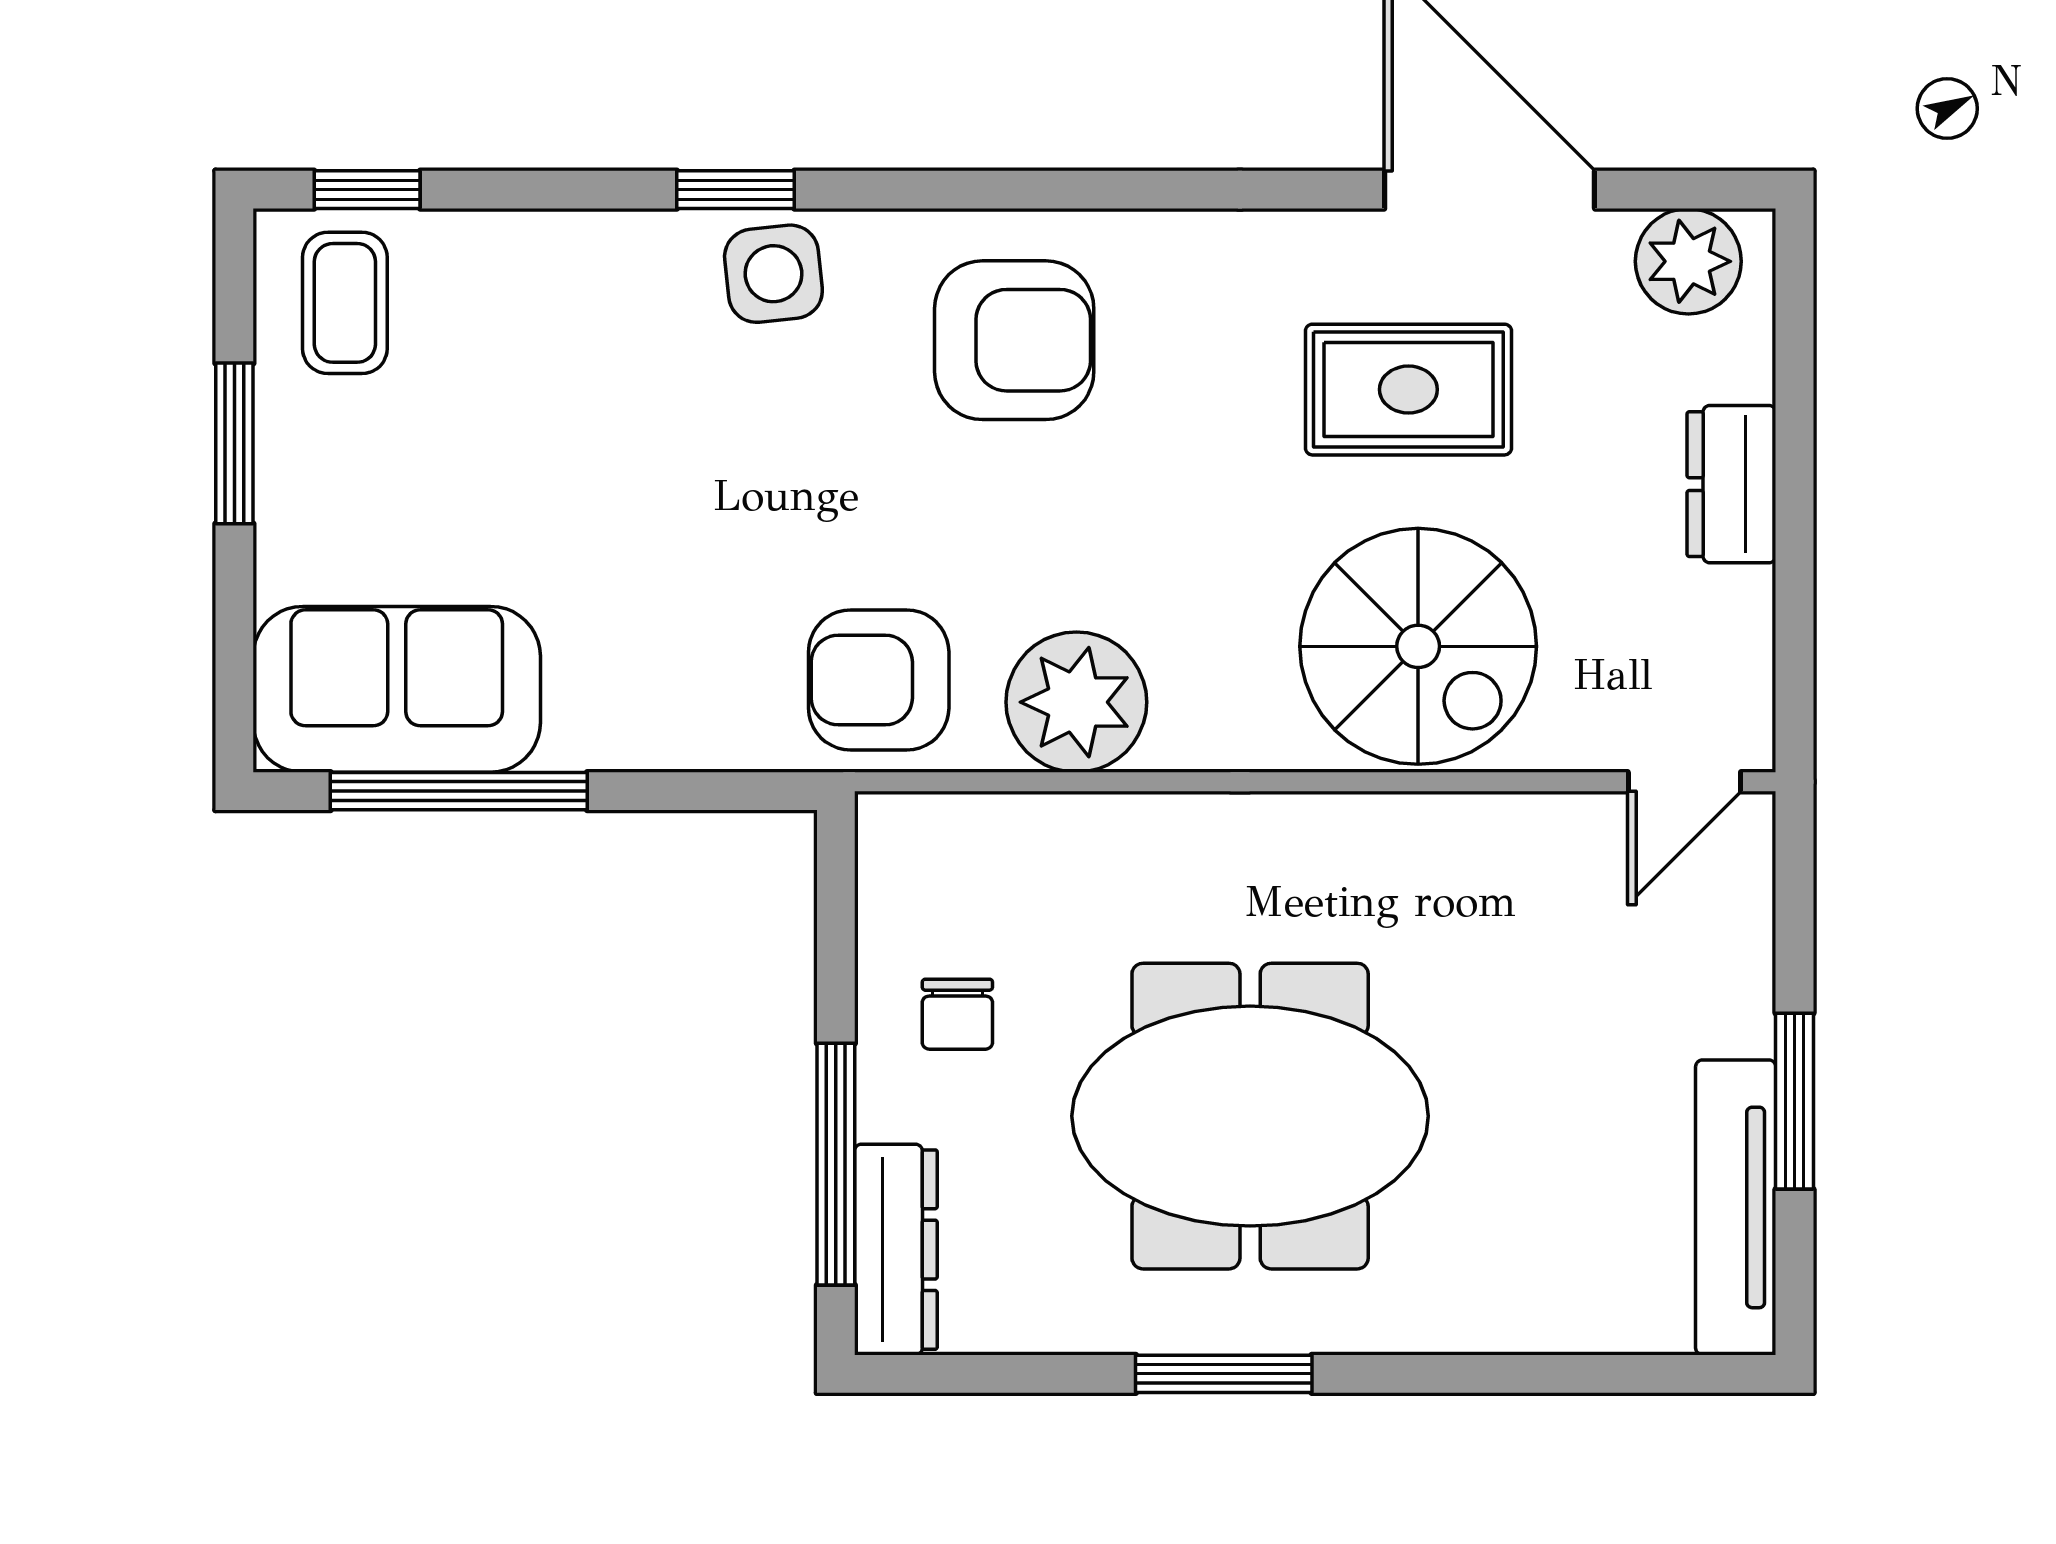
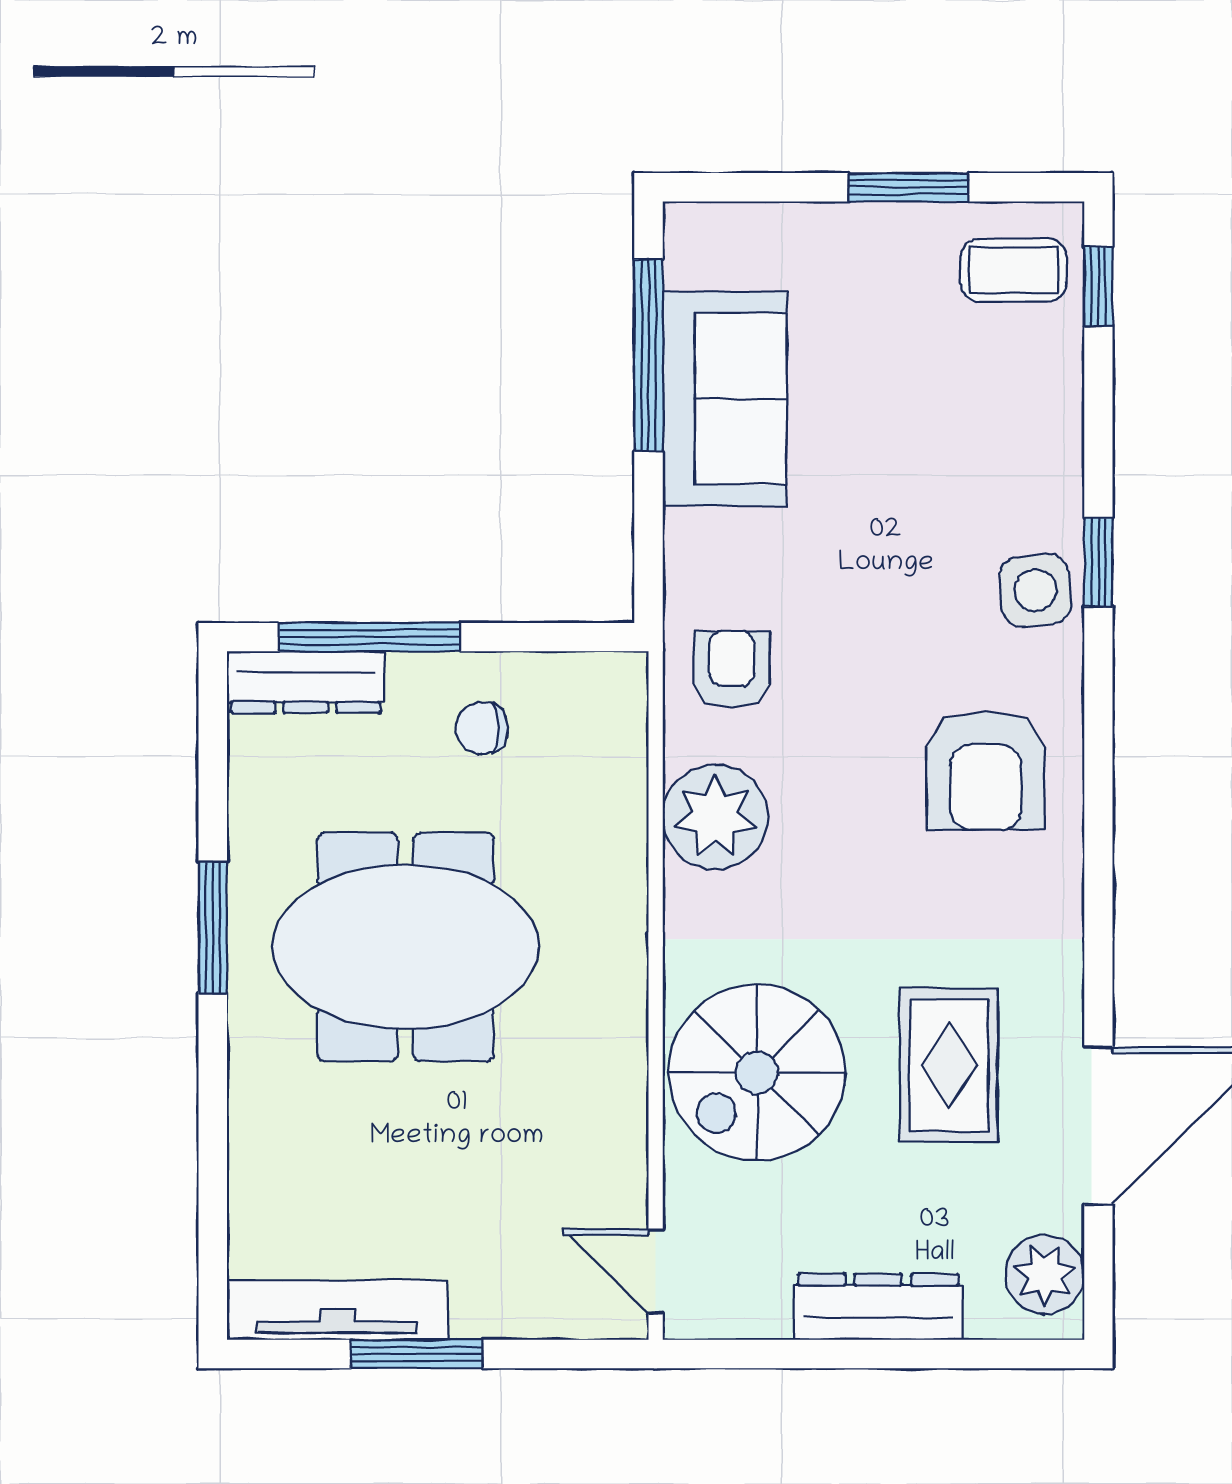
dresser: (1731, 484) -> (878, 1307), width x1.44
armchair: (879, 680) -> (732, 669), width x0.72, depth x0.72
sofa: (397, 689) -> (725, 399), moved
meeting table: (1250, 1116) -> (406, 947), turned 90

